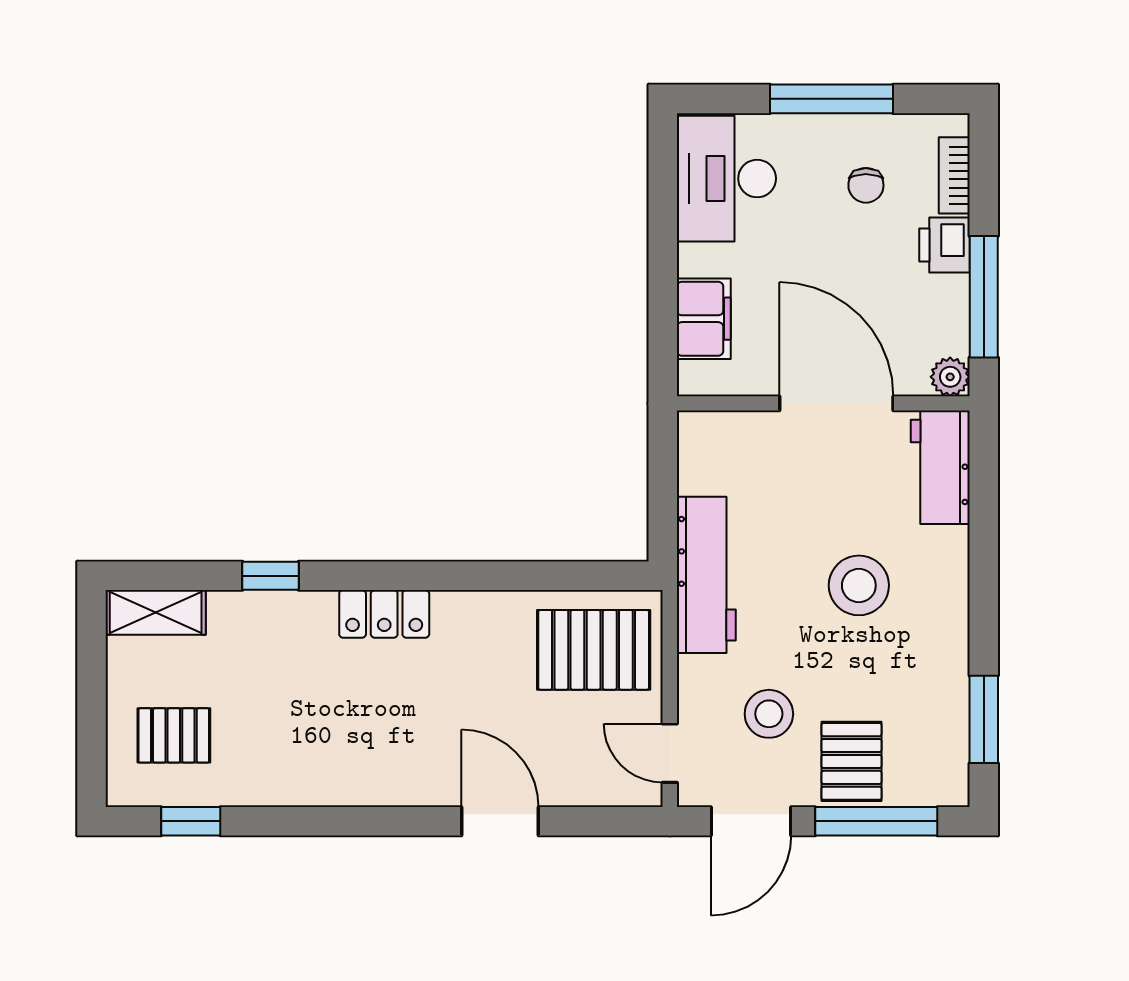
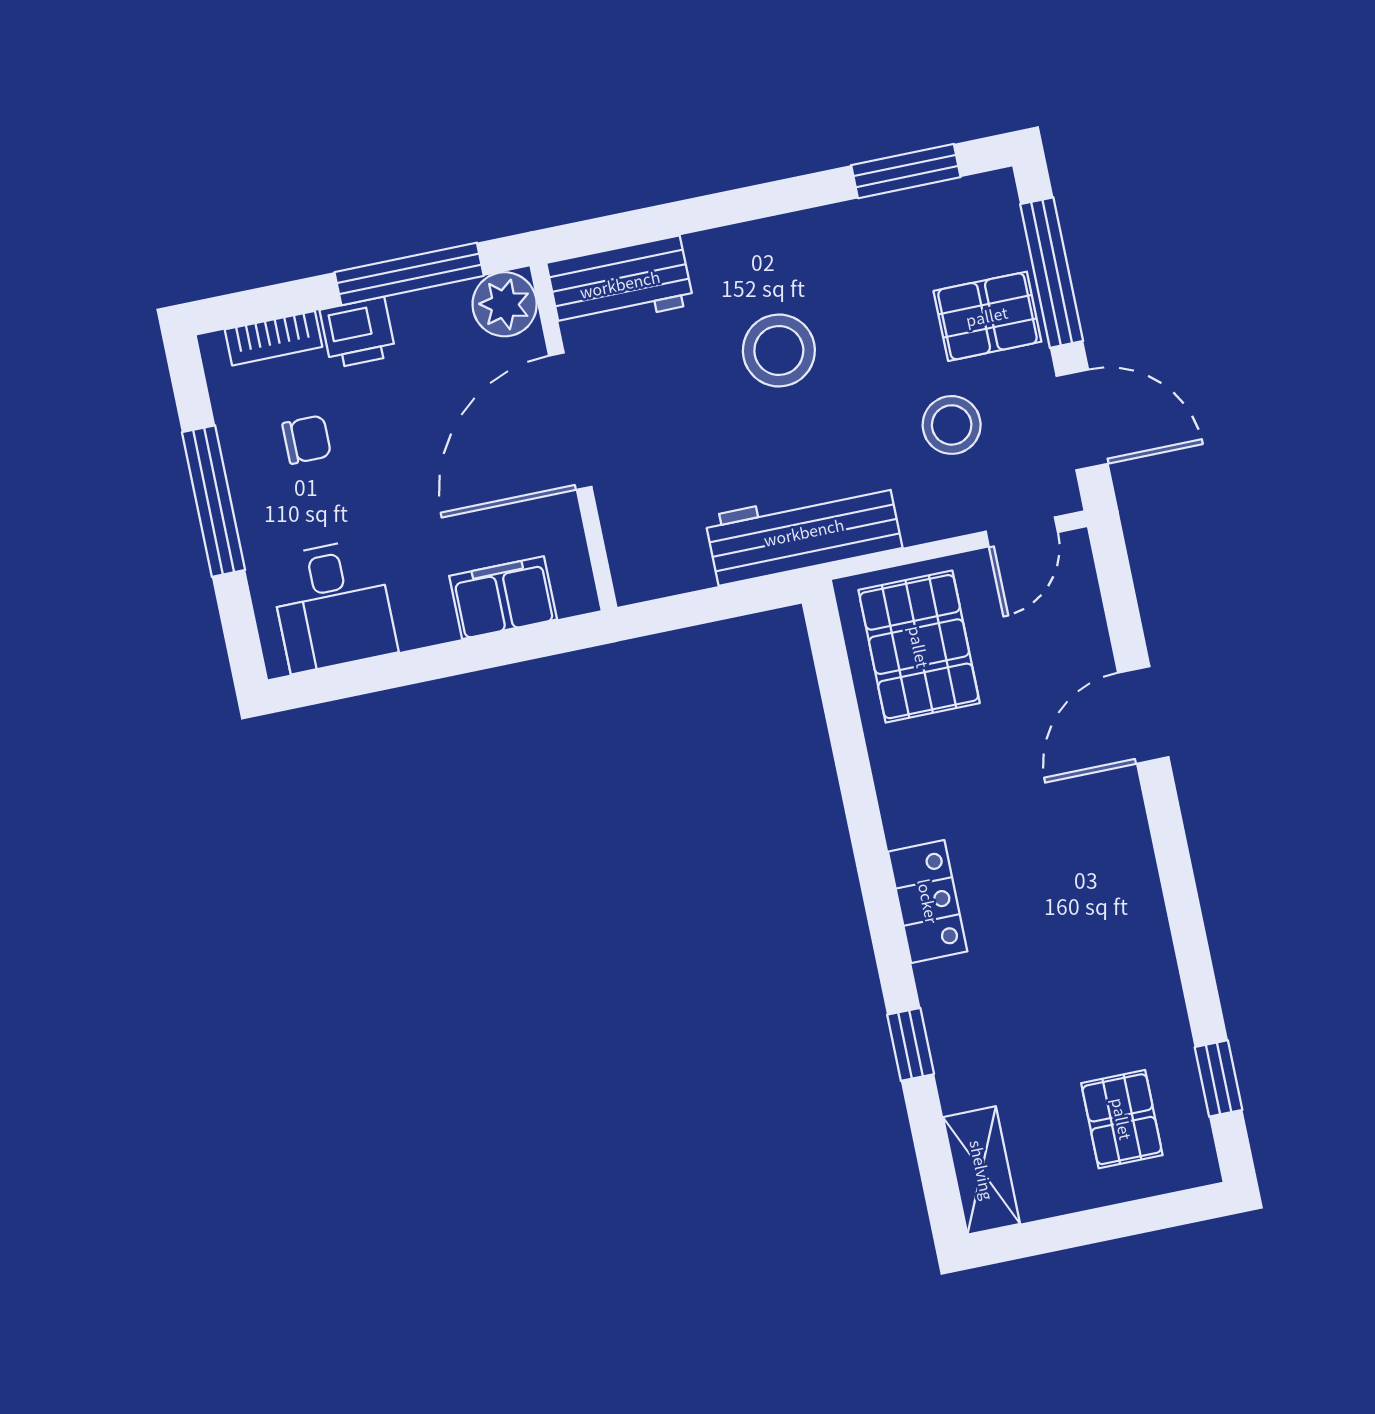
desk: (726, 179) -> (333, 605), width x0.73
plant: (950, 377) -> (505, 304), width x1.38, depth x1.38

